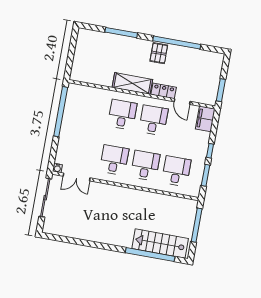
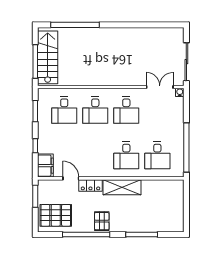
pallet: (204, 67) -> (56, 215), added
desk: (153, 120) -> (157, 155), moved
window: (210, 151) -> (35, 146), moved
stairs: (160, 244) -> (48, 57), moved, turned -90

